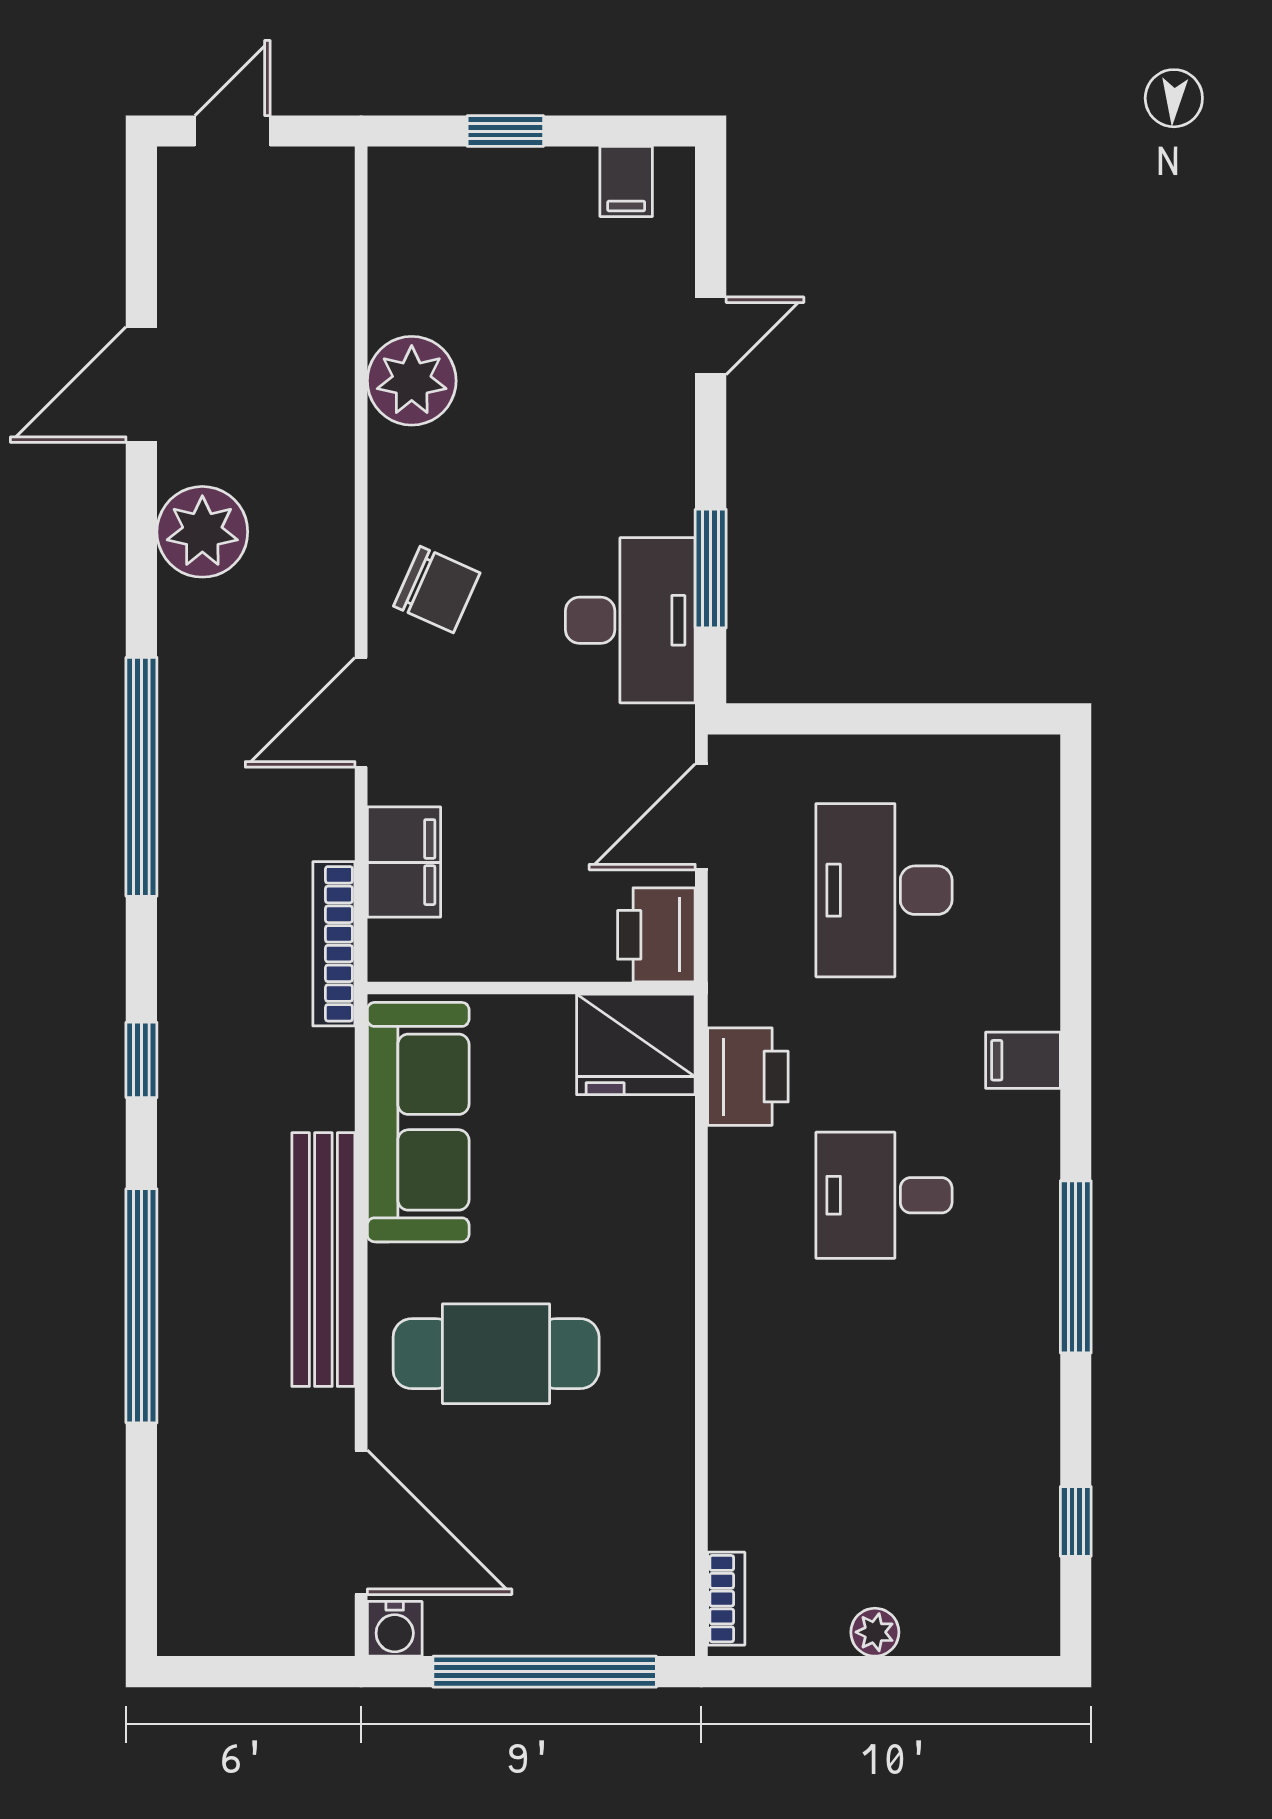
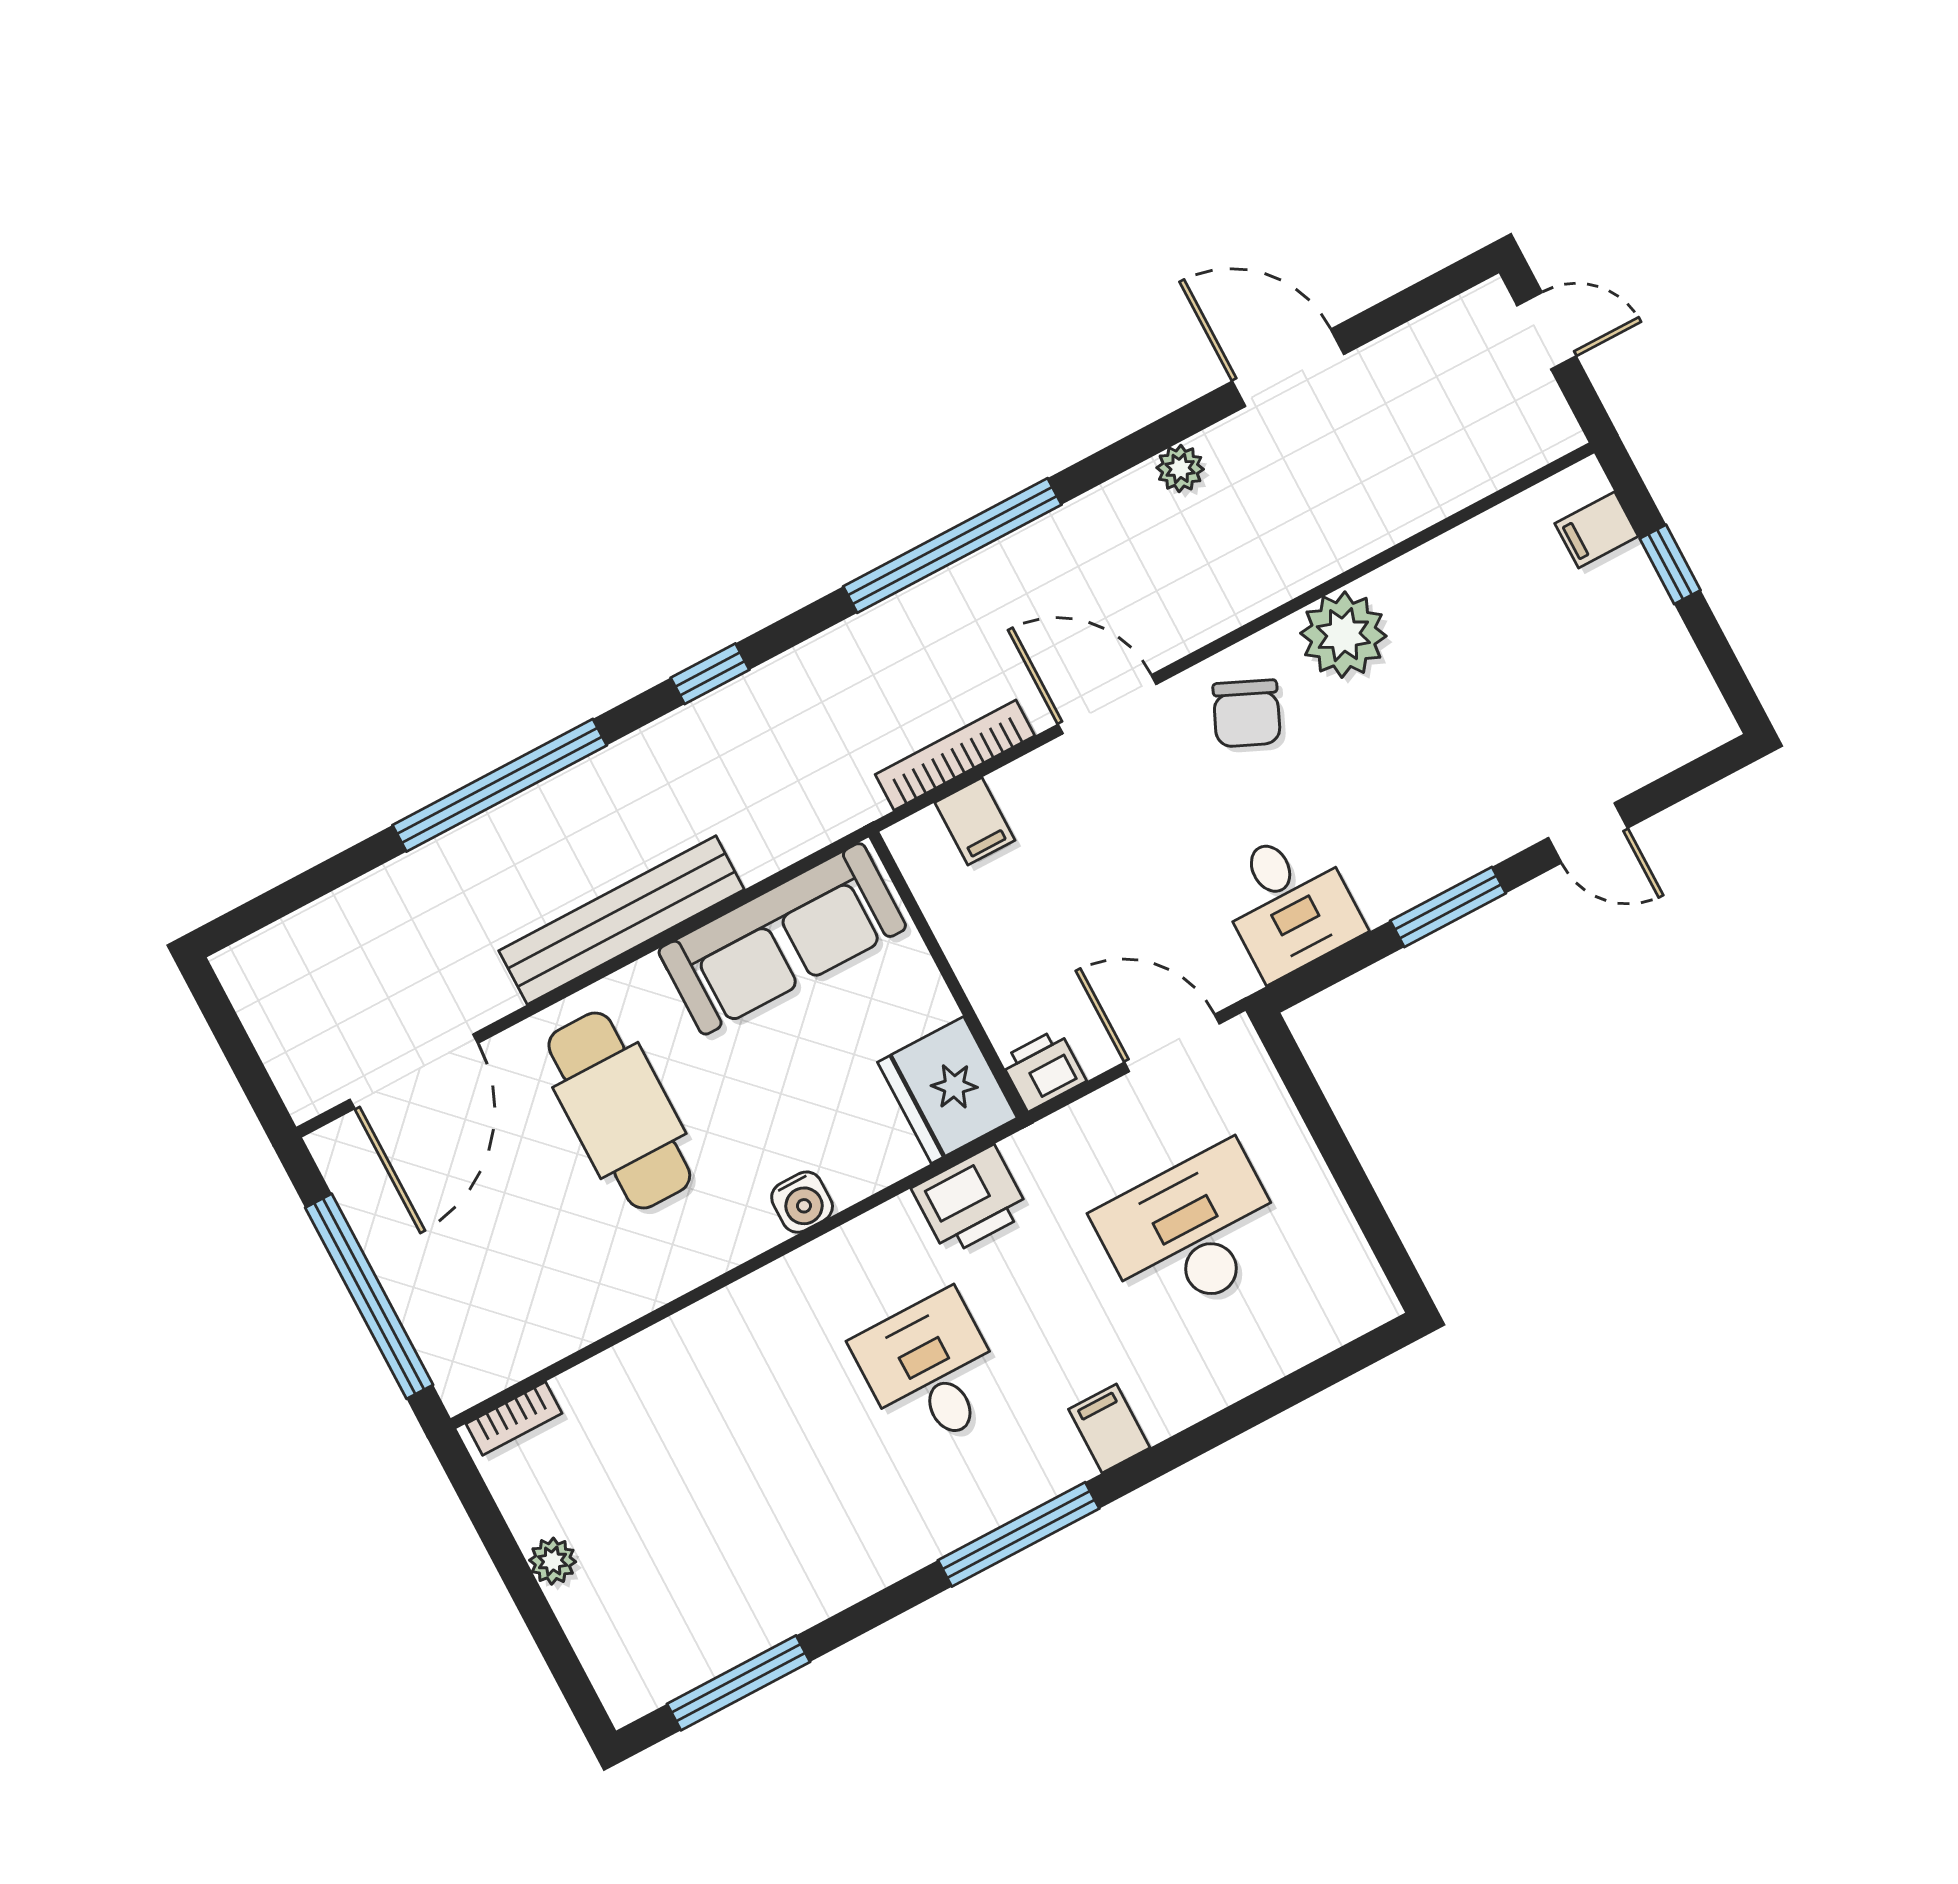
filing cabinet: (626, 182) -> (1597, 530), moved
plant: (412, 381) -> (1343, 635), moved
plant: (202, 532) -> (1180, 468), width x0.53, depth x0.53
window: (711, 569) -> (1448, 907), moved
desk: (630, 620) -> (1289, 903), width x0.73
filing cabinet: (404, 862) -> (975, 821), width x0.50
printer: (656, 935) -> (1043, 1070), width x0.73, depth x0.81
bookcase: (334, 944) -> (955, 755), moved
window: (1076, 1267) -> (1019, 1534), moved
window: (1076, 1521) -> (738, 1683), width x2.17
water cooler: (395, 1629) -> (802, 1202), moved, turned -90

